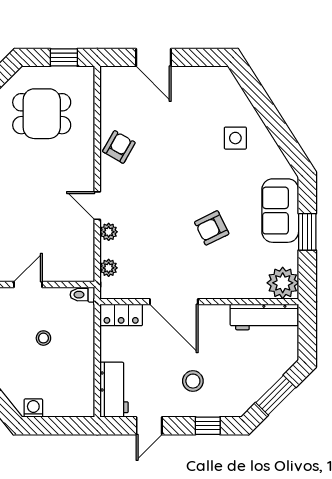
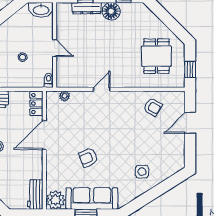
armchair: (119, 147) -> (153, 107), moved
sofa: (280, 211) -> (92, 198), width x1.36
armchair: (212, 228) -> (88, 158), turned -86
plant: (109, 232) -> (86, 96), removed
workbench: (264, 317) -> (35, 194), width x0.73

